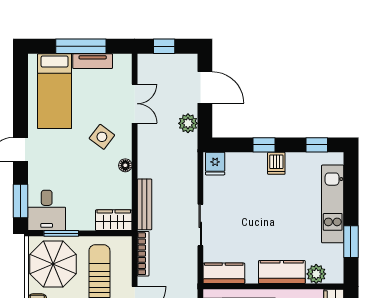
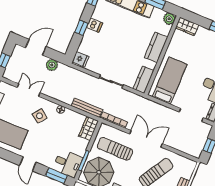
plant: (316, 274) -> (169, 19), moved

